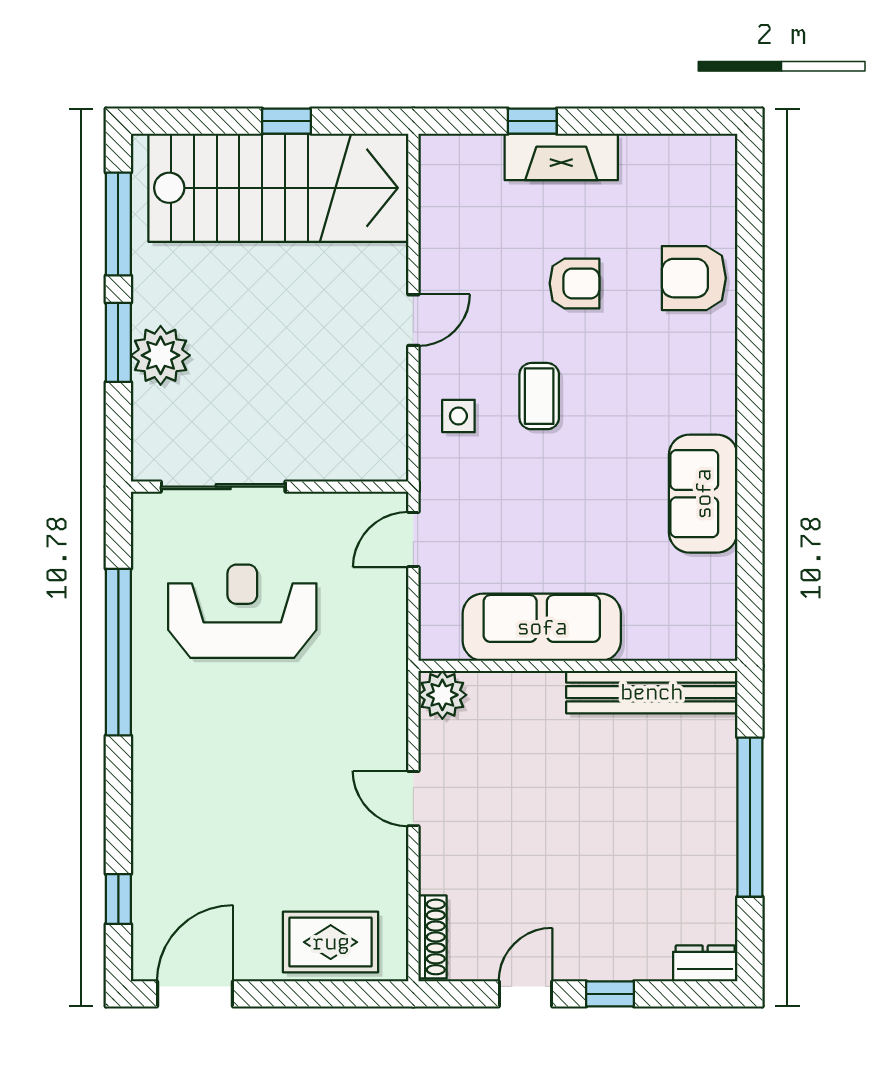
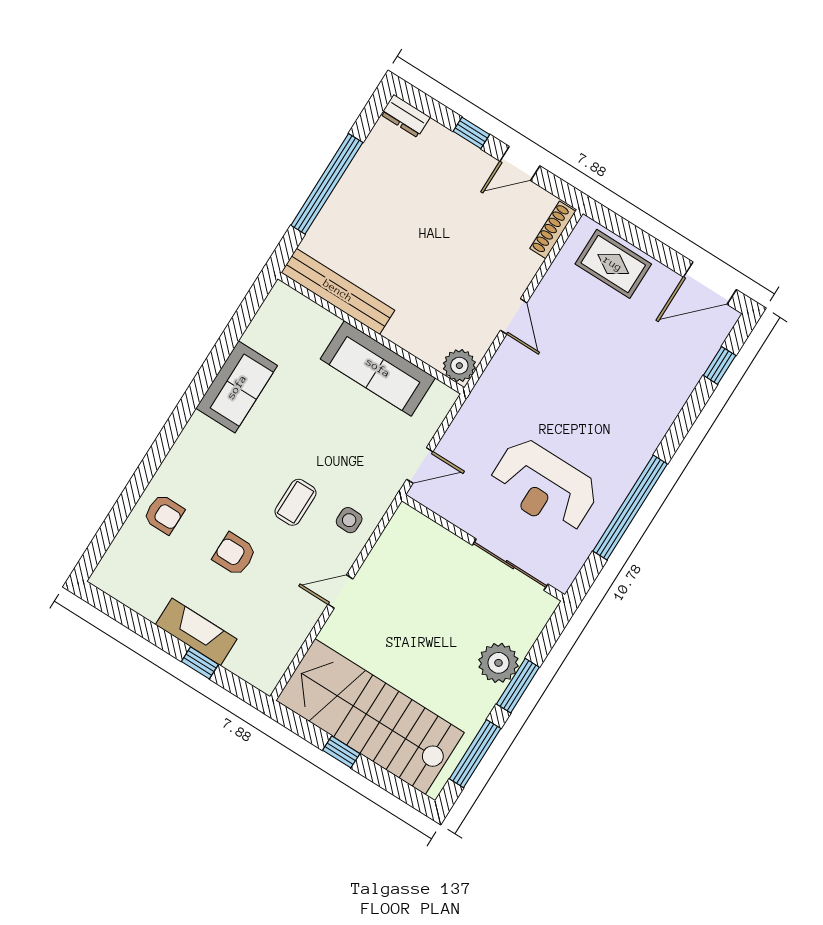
armchair: (694, 278) -> (164, 514), width x0.72, depth x0.72

